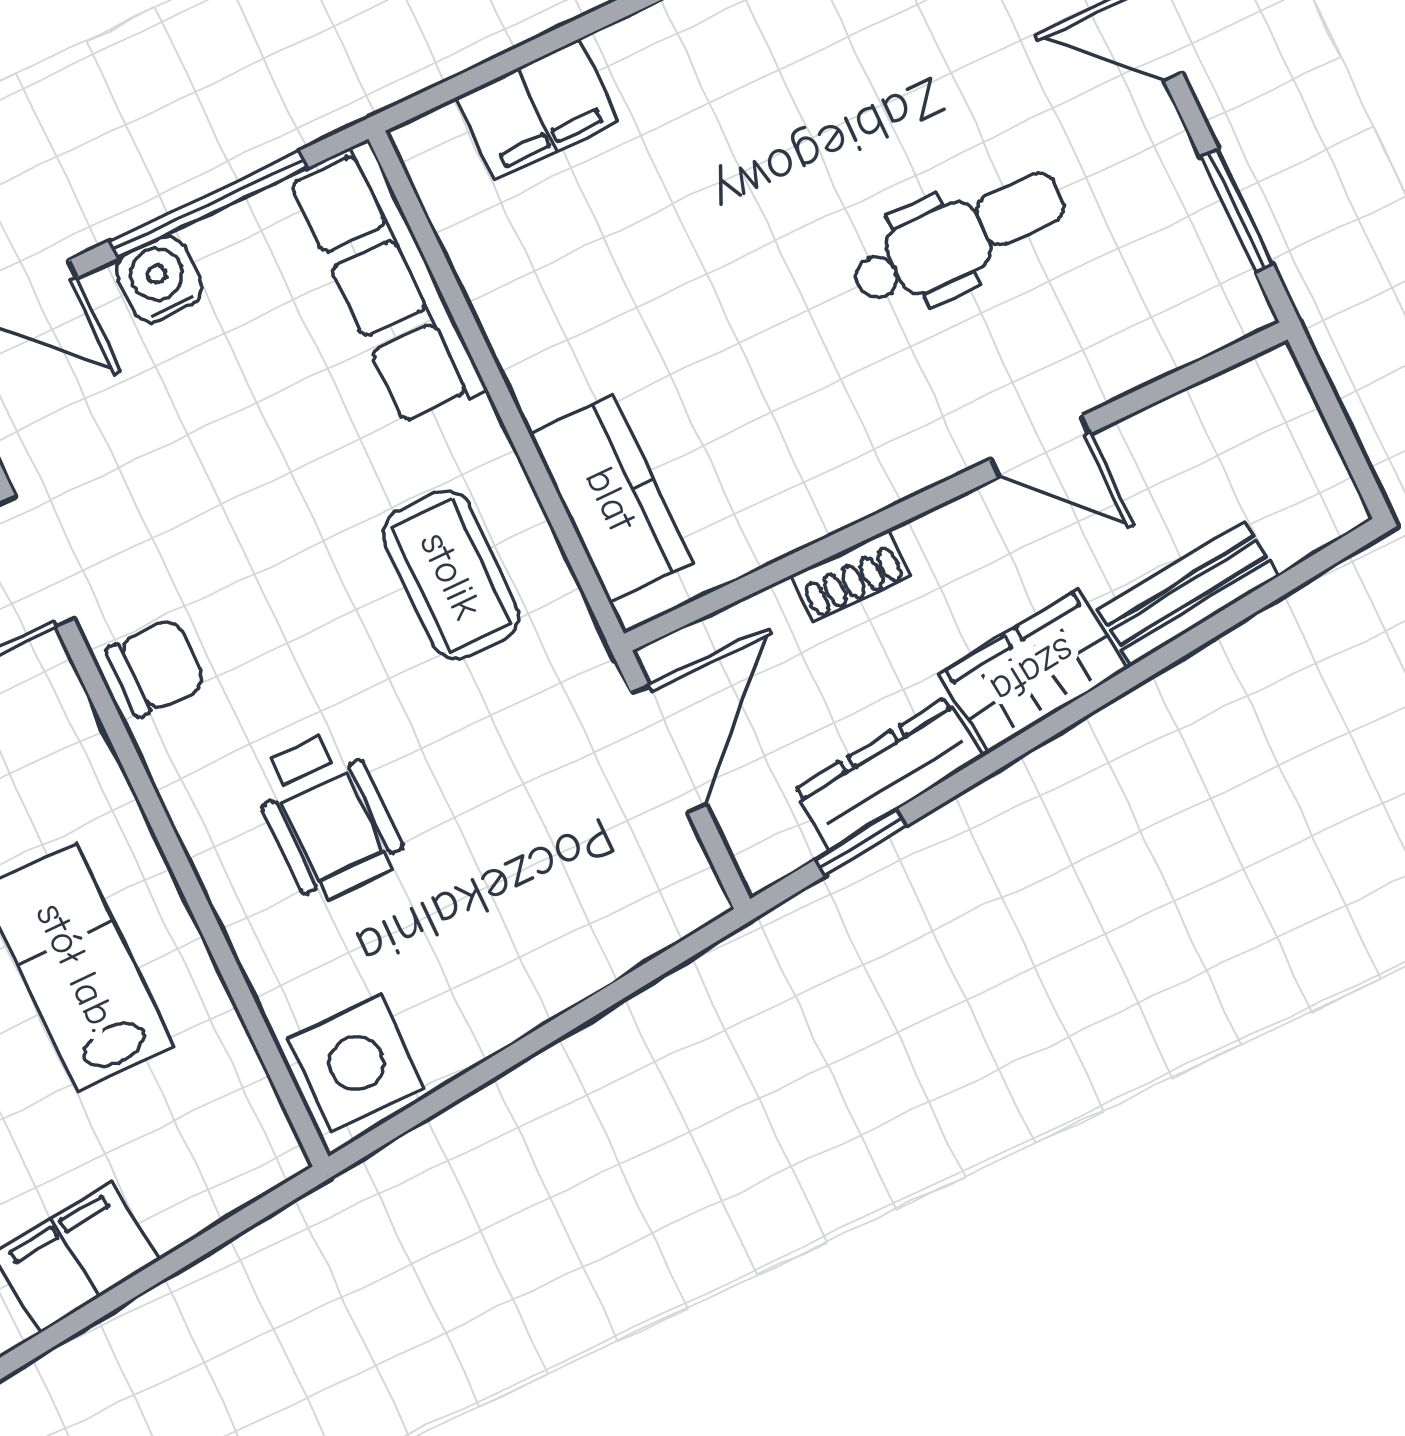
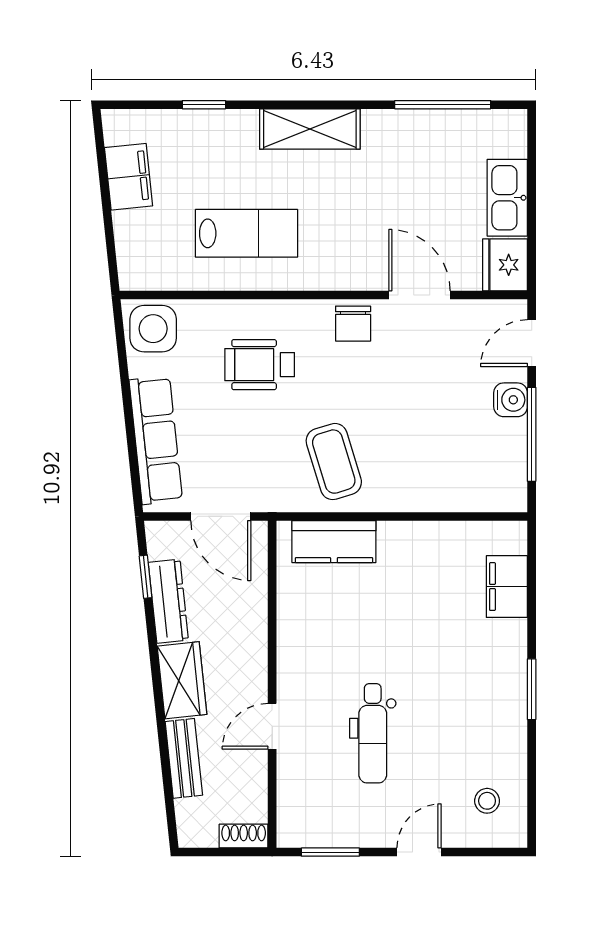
row of seats: (388, 284) -> (156, 440), moved, turned 84
coffee table: (451, 575) -> (334, 462), turned 73
shoe rack: (850, 576) -> (244, 836), moved, turned 90

